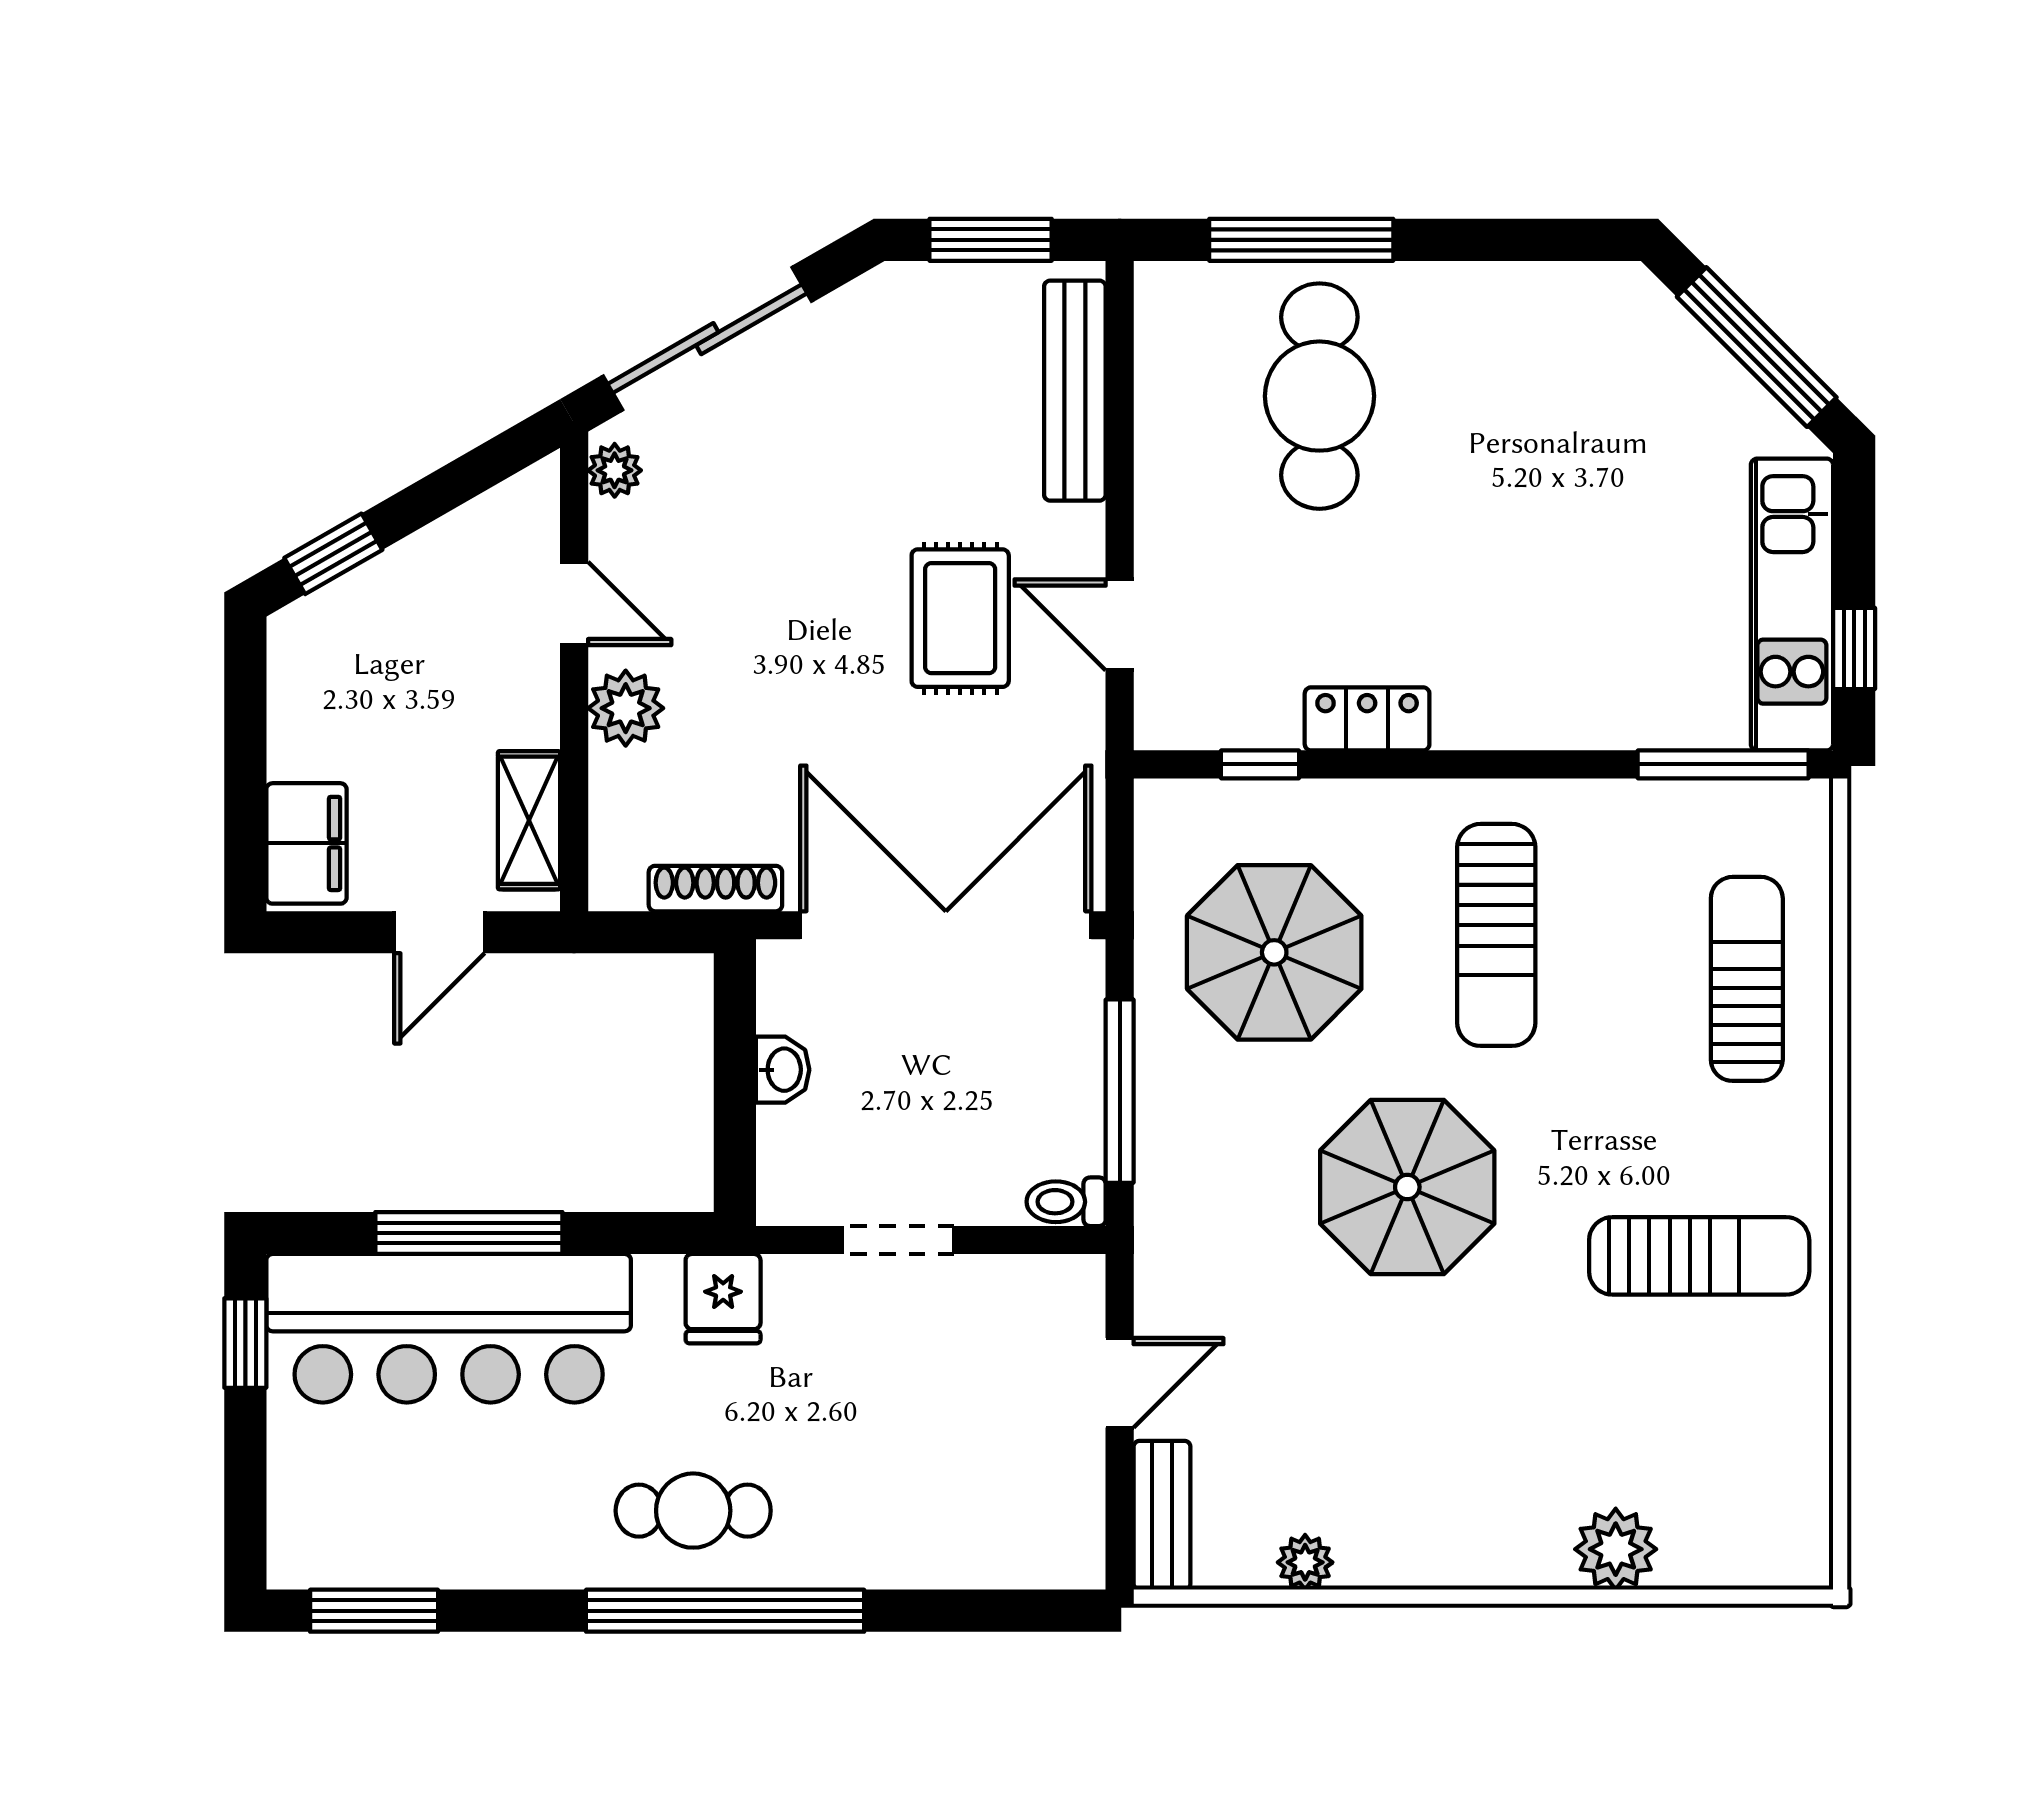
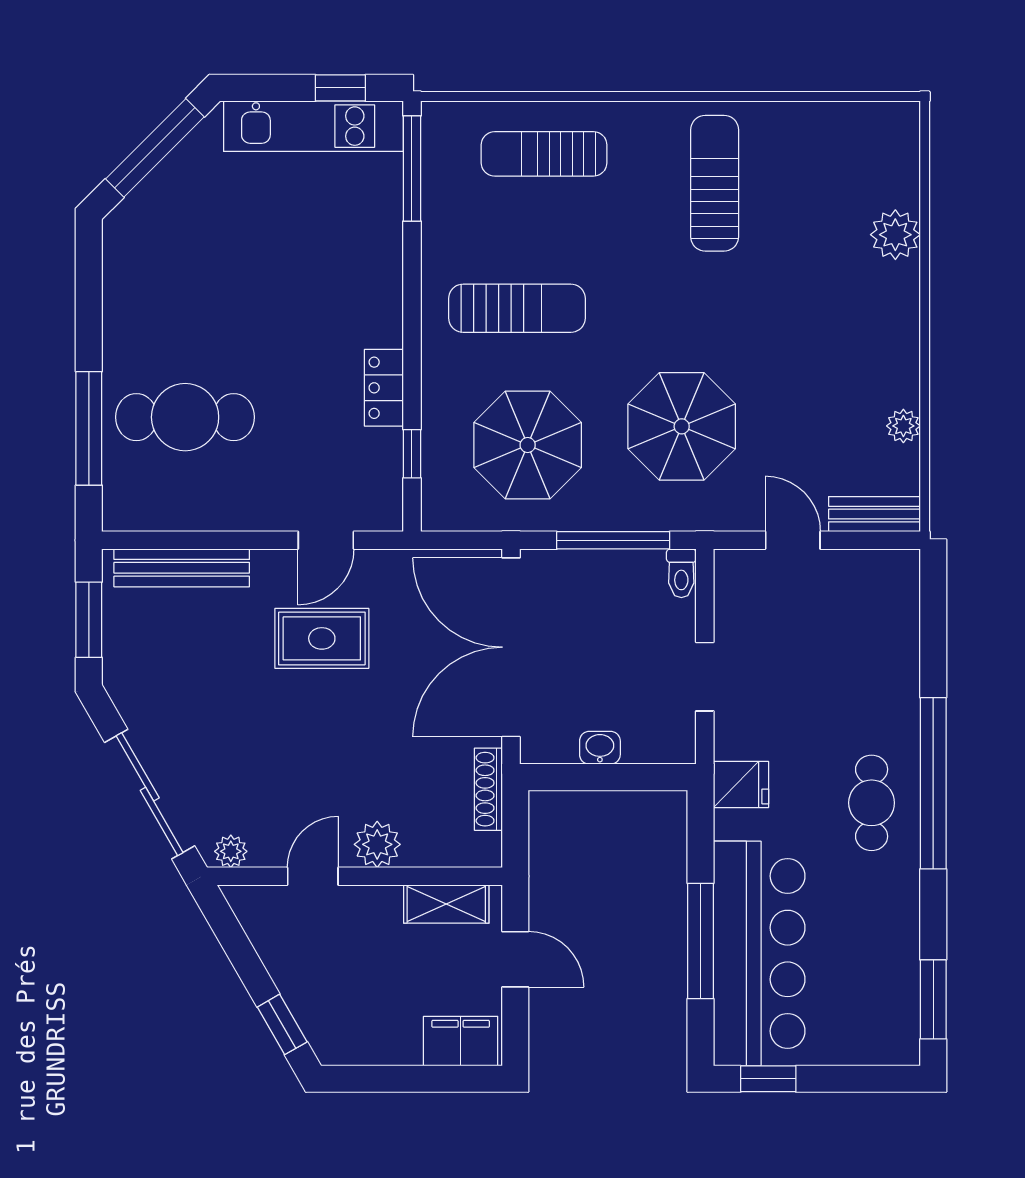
parasol: (1407, 1187) -> (682, 426), moved

